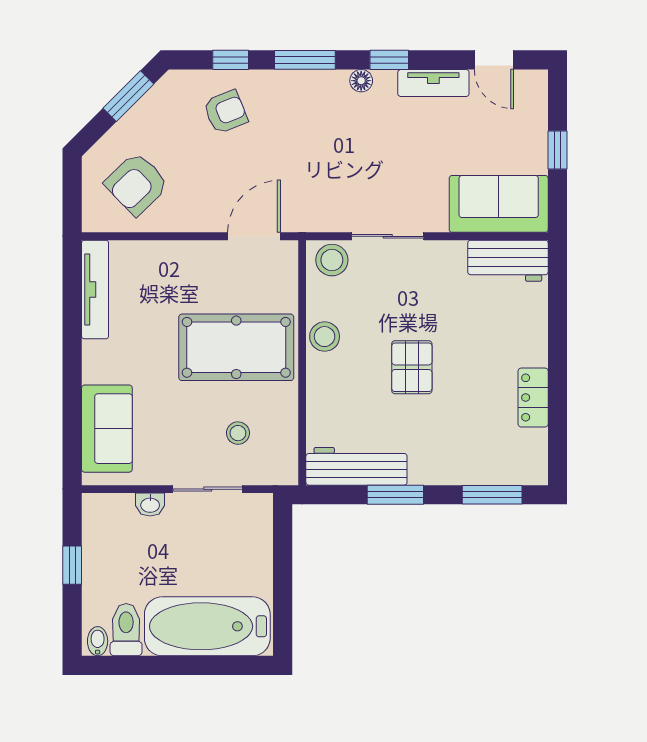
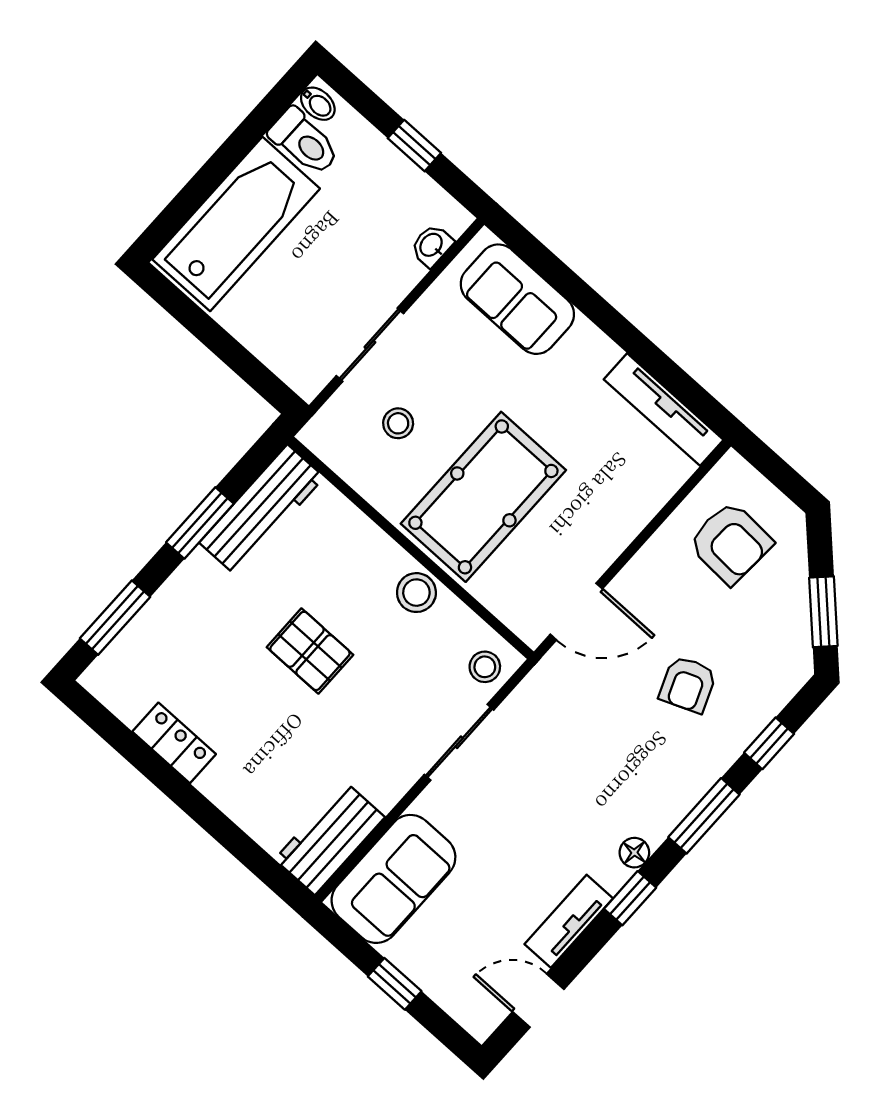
armchair: (226, 112) -> (688, 684), moved
armchair: (137, 184) -> (730, 543), turned 137
door: (254, 236) -> (576, 612), hinge flipped
stool: (332, 260) -> (485, 667), width x0.73, depth x0.73
washbasin: (150, 504) -> (432, 245), moved

